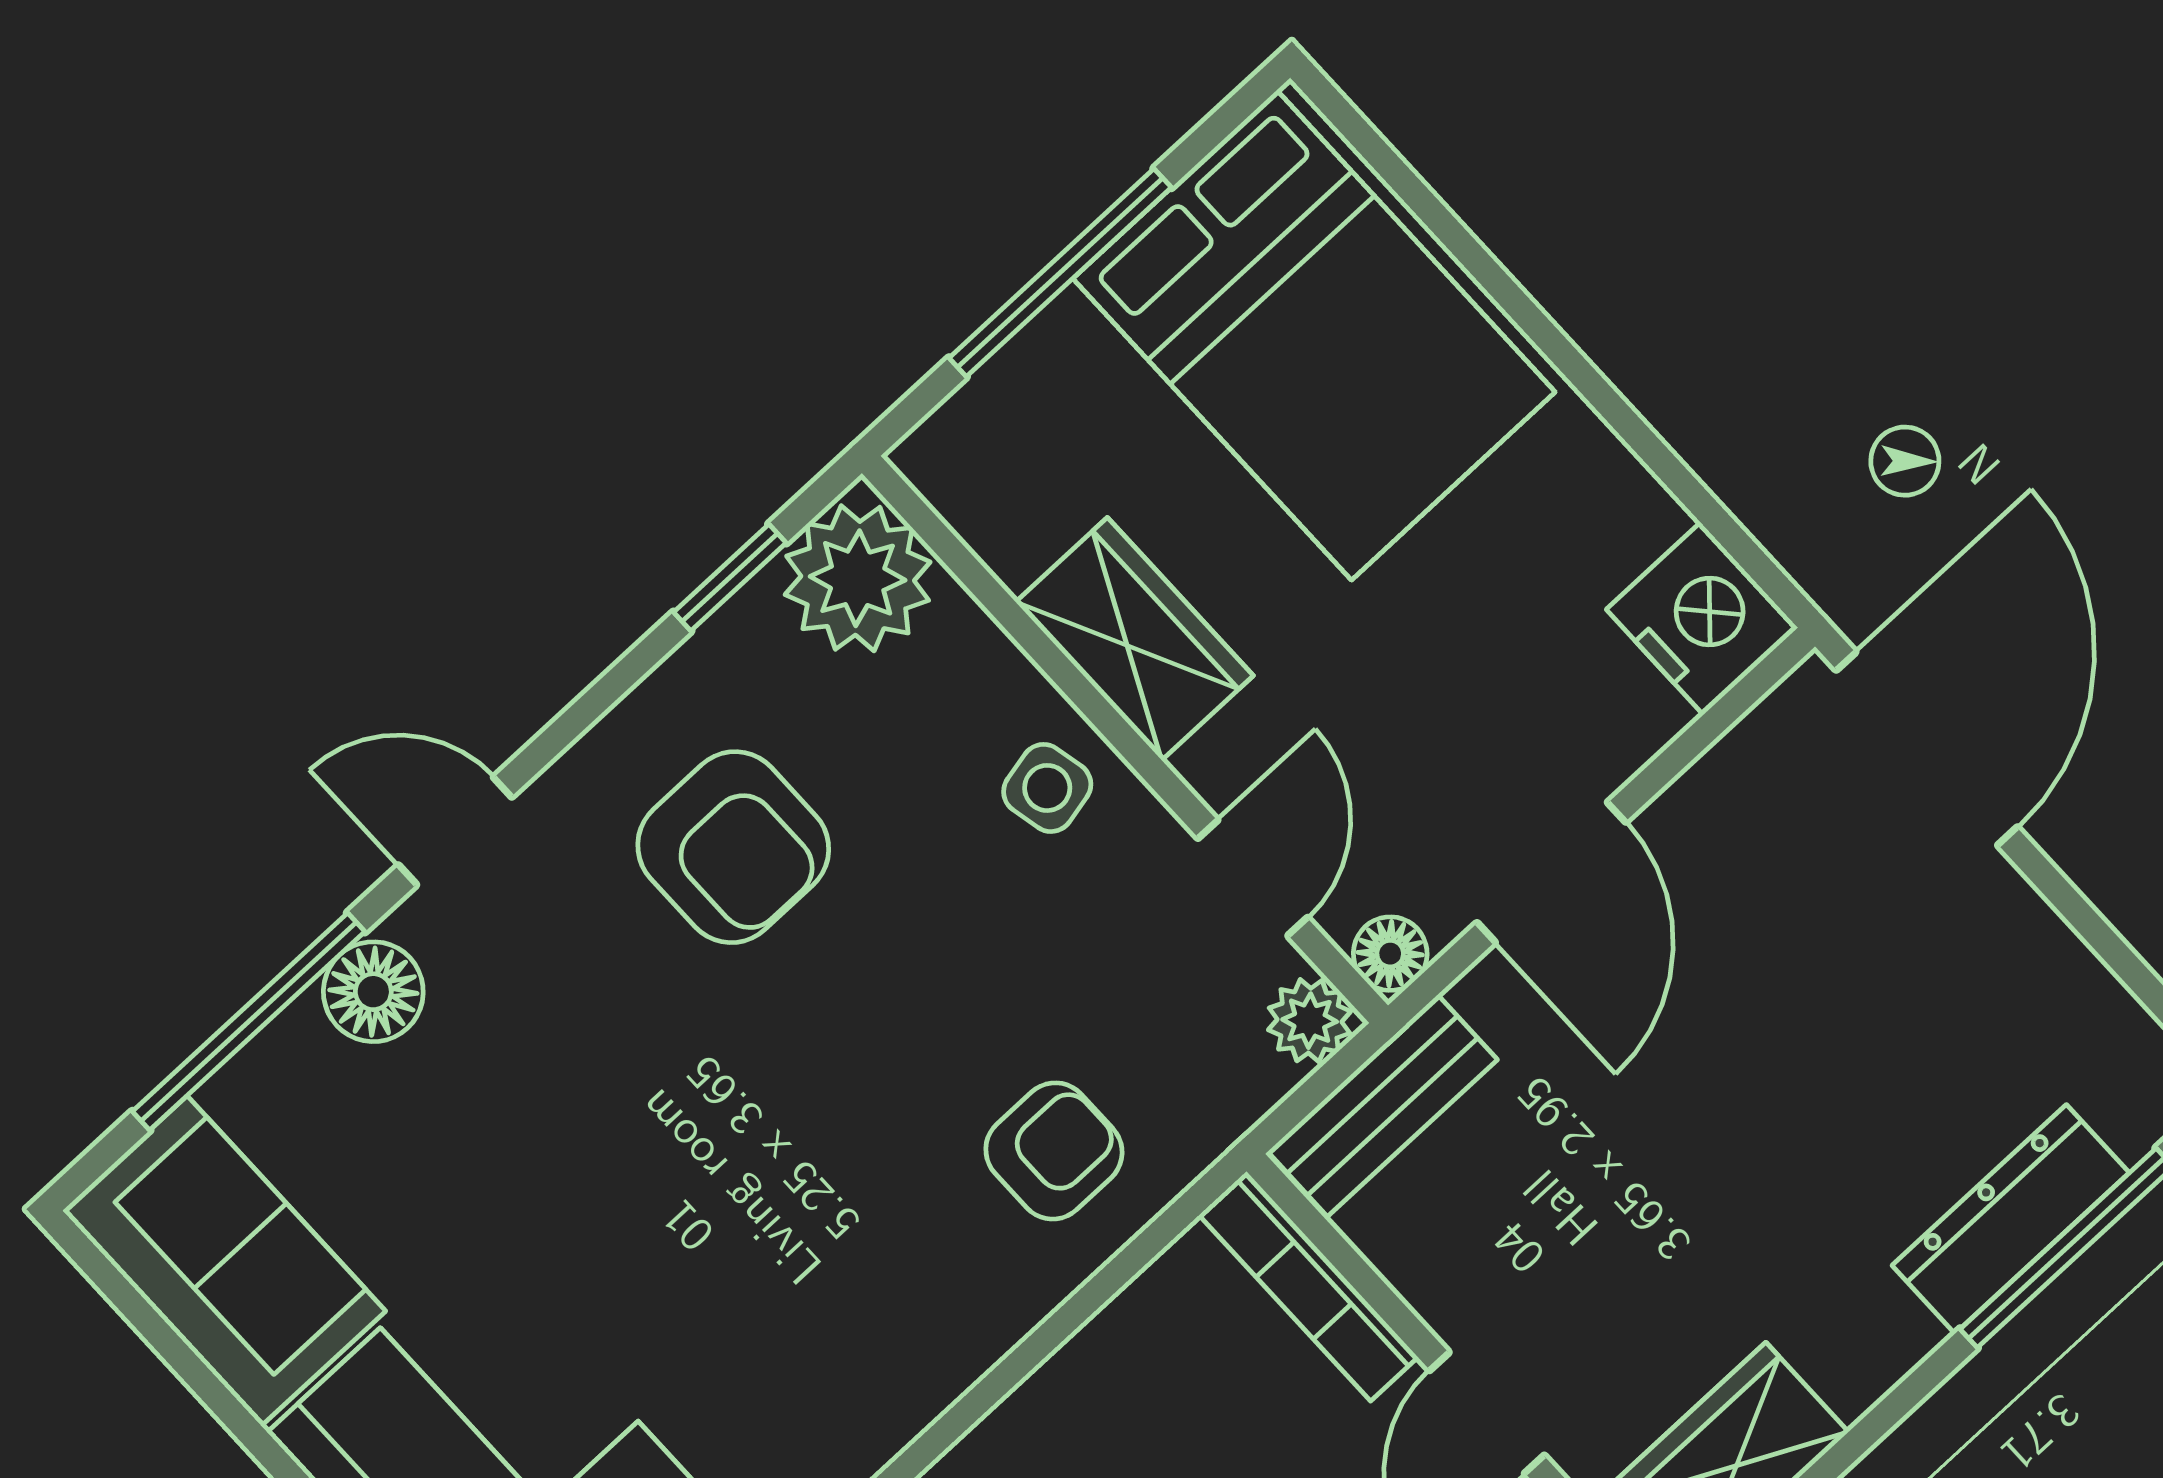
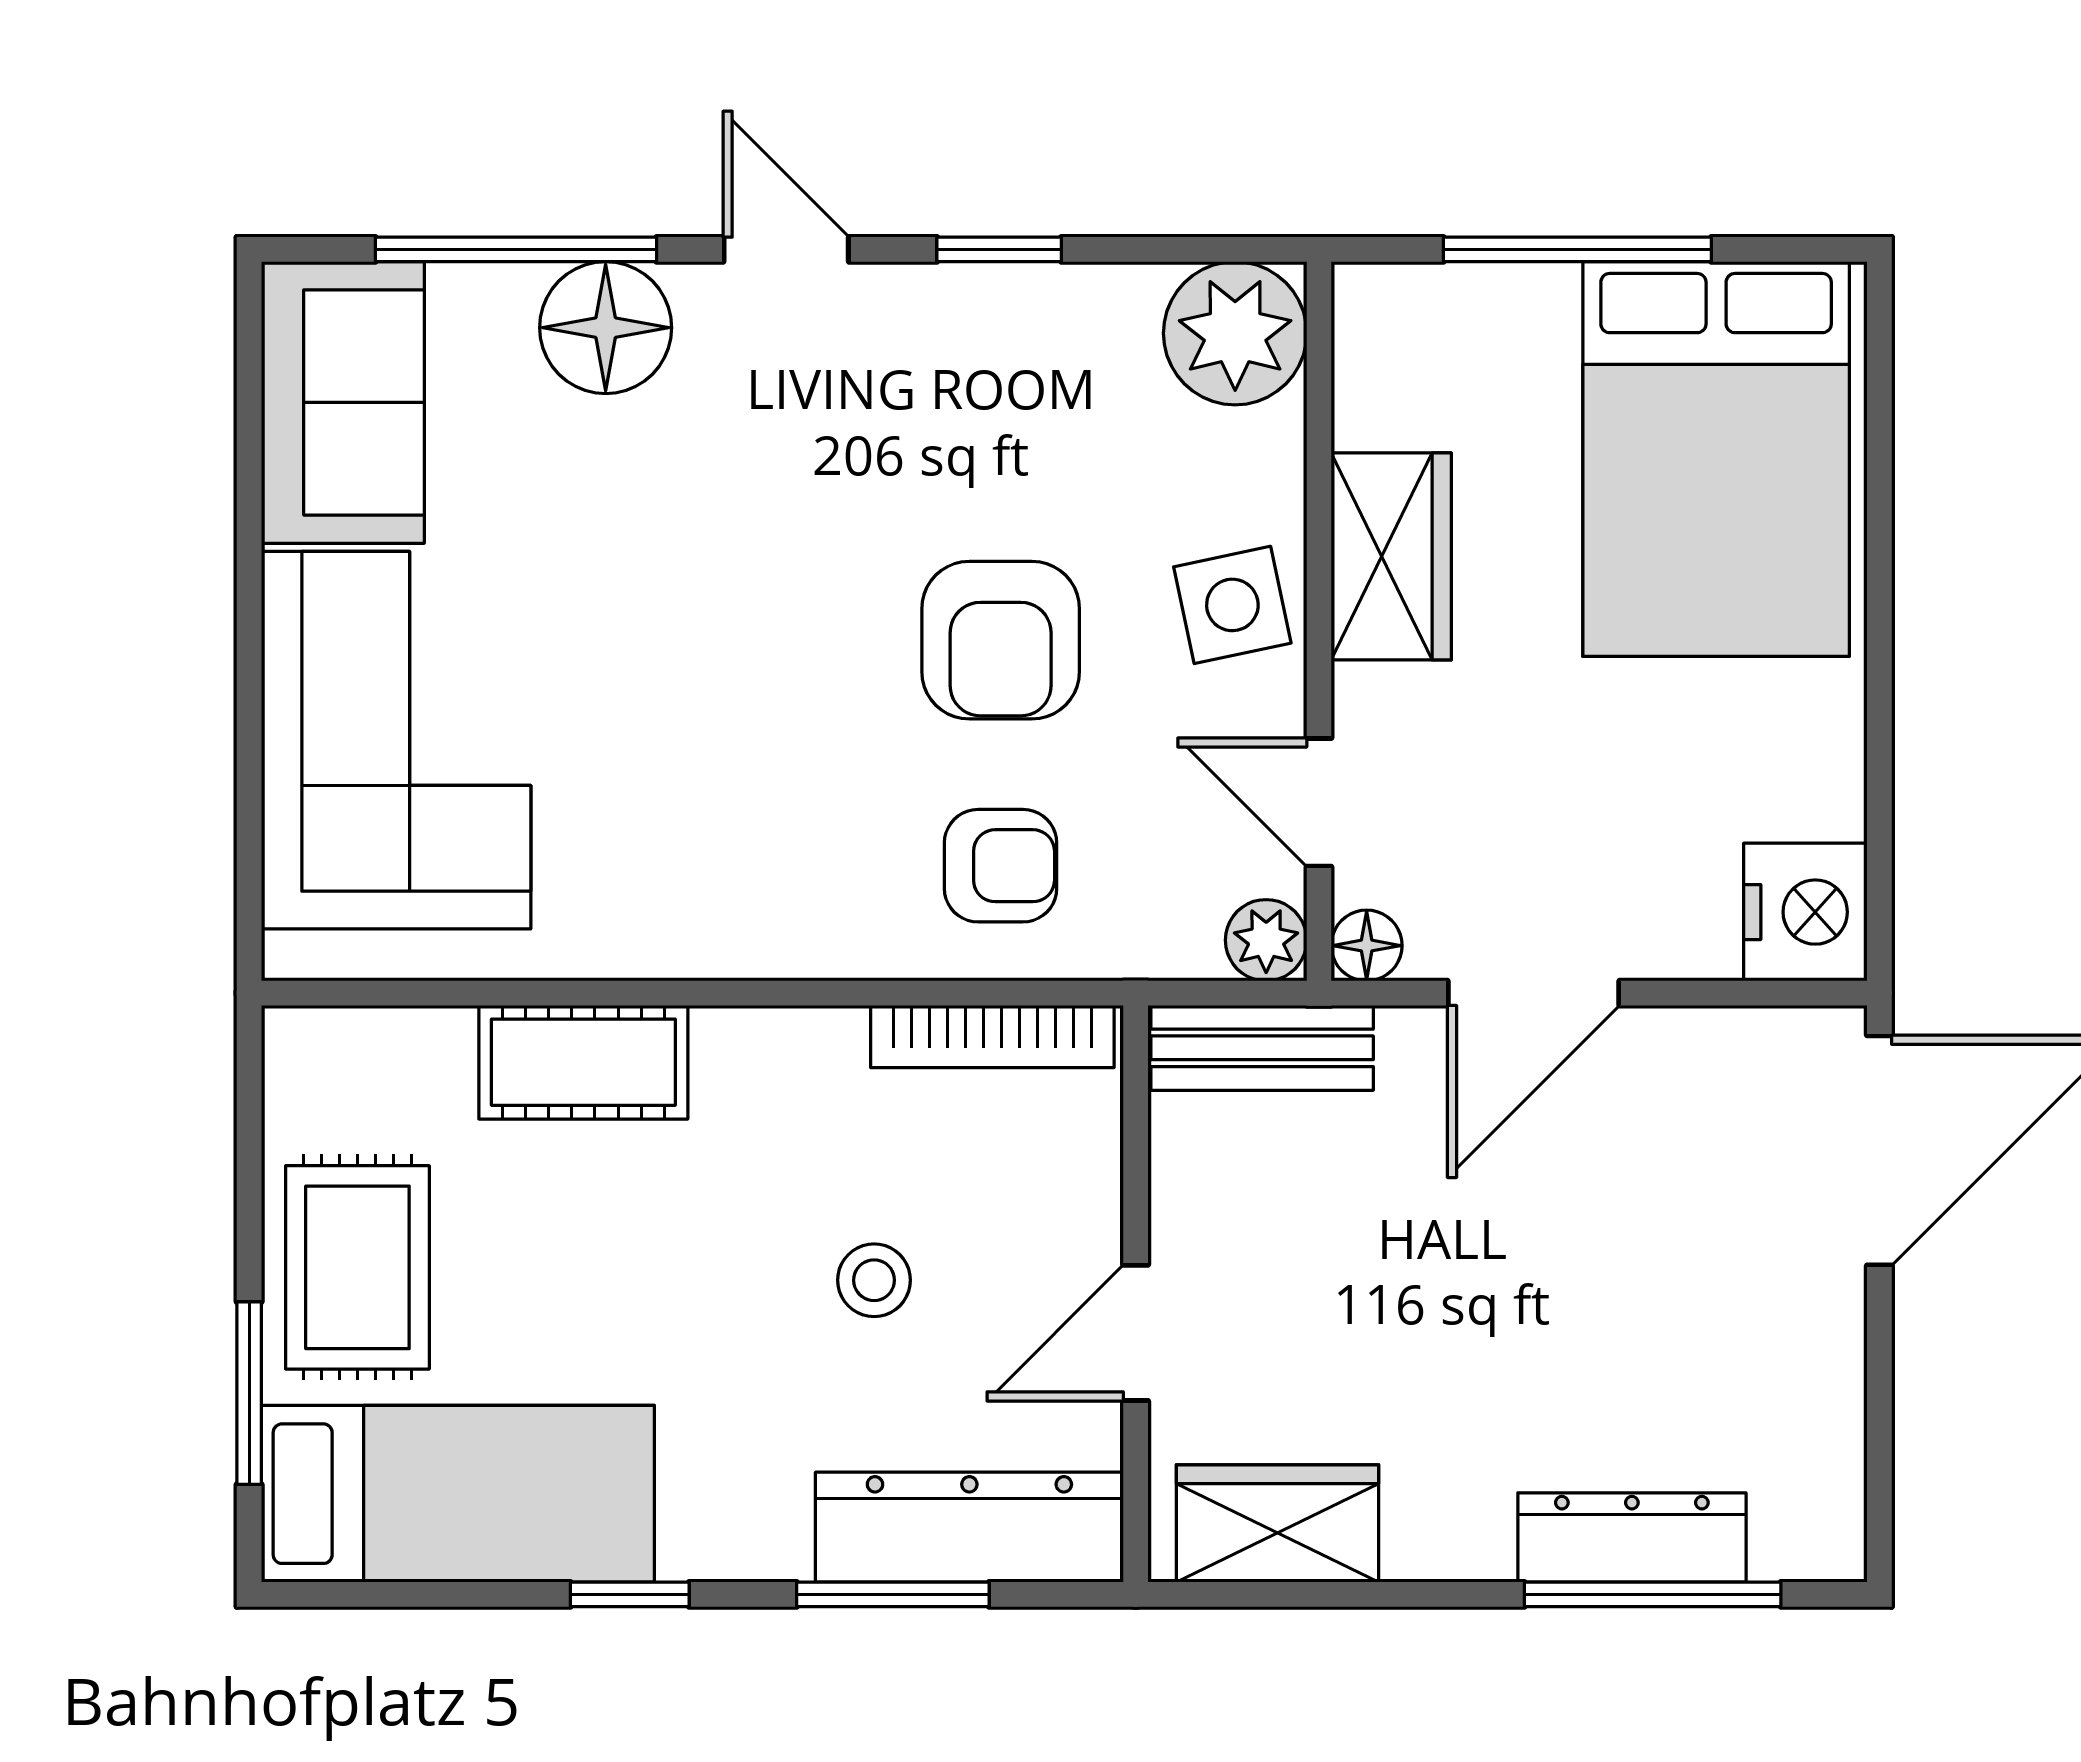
window: (730, 577) -> (999, 249), moved
side table: (1047, 788) -> (1232, 605), width x1.37, depth x1.37
armchair: (733, 847) -> (1001, 640), moved
door: (1253, 878) -> (1319, 802), swing flipped
floor lamp: (373, 992) -> (606, 328), width x1.38, depth x1.38
bookcase: (1308, 1286) -> (992, 1037), moved, turned -90

